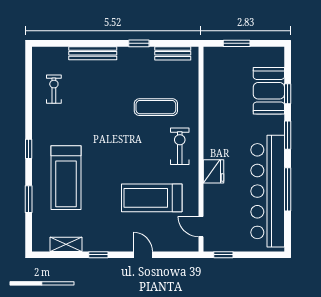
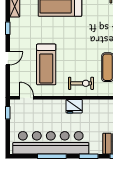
fridge: (214, 171) -> (74, 106), moved
treadmill: (152, 198) -> (46, 64), turned 180
door: (201, 227) -> (27, 98), hinge flipped

